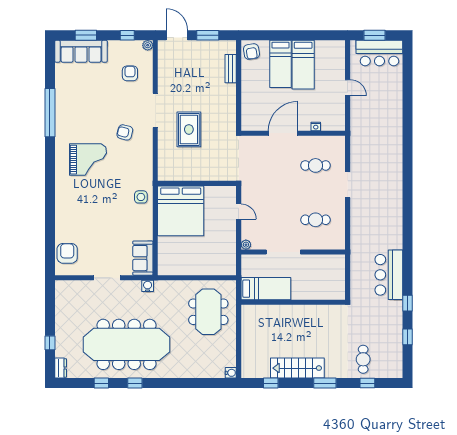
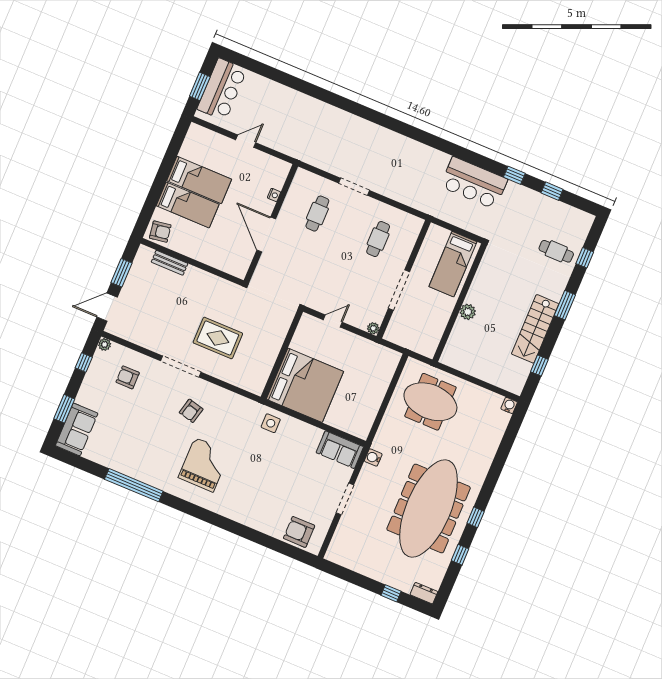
sofa: (81, 51) -> (77, 429), width x0.73
bed: (266, 289) -> (453, 264), moved, turned 180
plant: (289, 311) -> (468, 312), added

